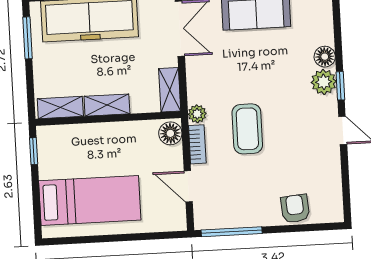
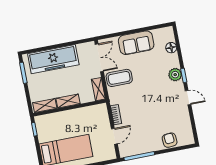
floor lamp: (325, 57) -> (171, 48), moved
plant: (197, 114) -> (114, 99), removed
coffee table: (247, 129) -> (119, 78), moved, turned 90
floor lamp: (170, 133) -> (102, 111), removed
door: (188, 186) -> (114, 136), swing flipped

